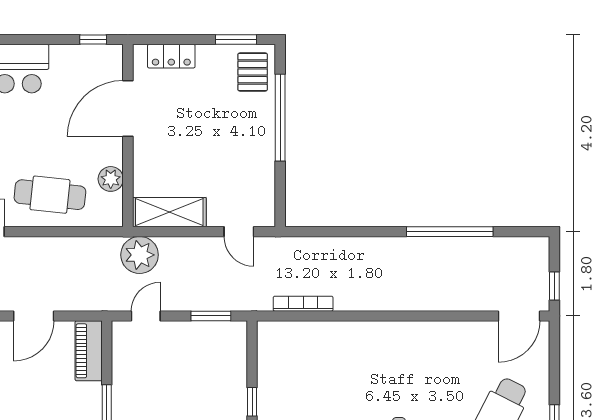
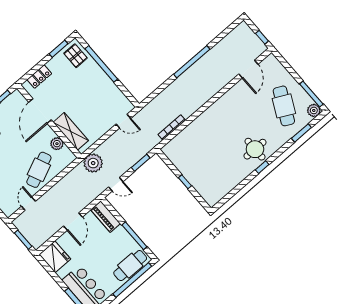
cafe table: (50, 195) -> (39, 170), turned -30
shelving: (169, 212) -> (71, 131), moved, turned 90
window: (450, 232) -> (192, 62), moved
door: (146, 316) -> (116, 184), swing flipped
door: (519, 316) -> (248, 69), moved

